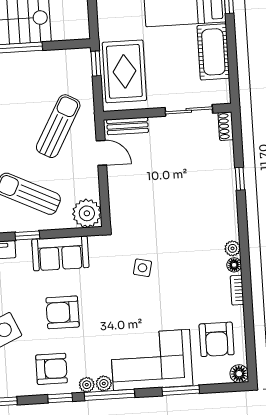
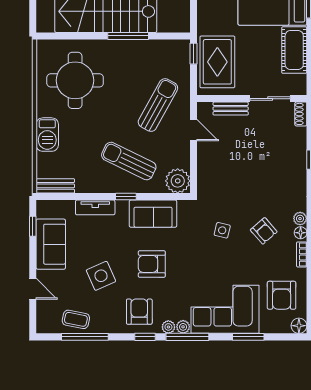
bench: (128, 126) -> (231, 109), moved
armchair: (191, 265) -> (264, 231), added
armchair: (52, 369) -> (139, 312), turned -90

